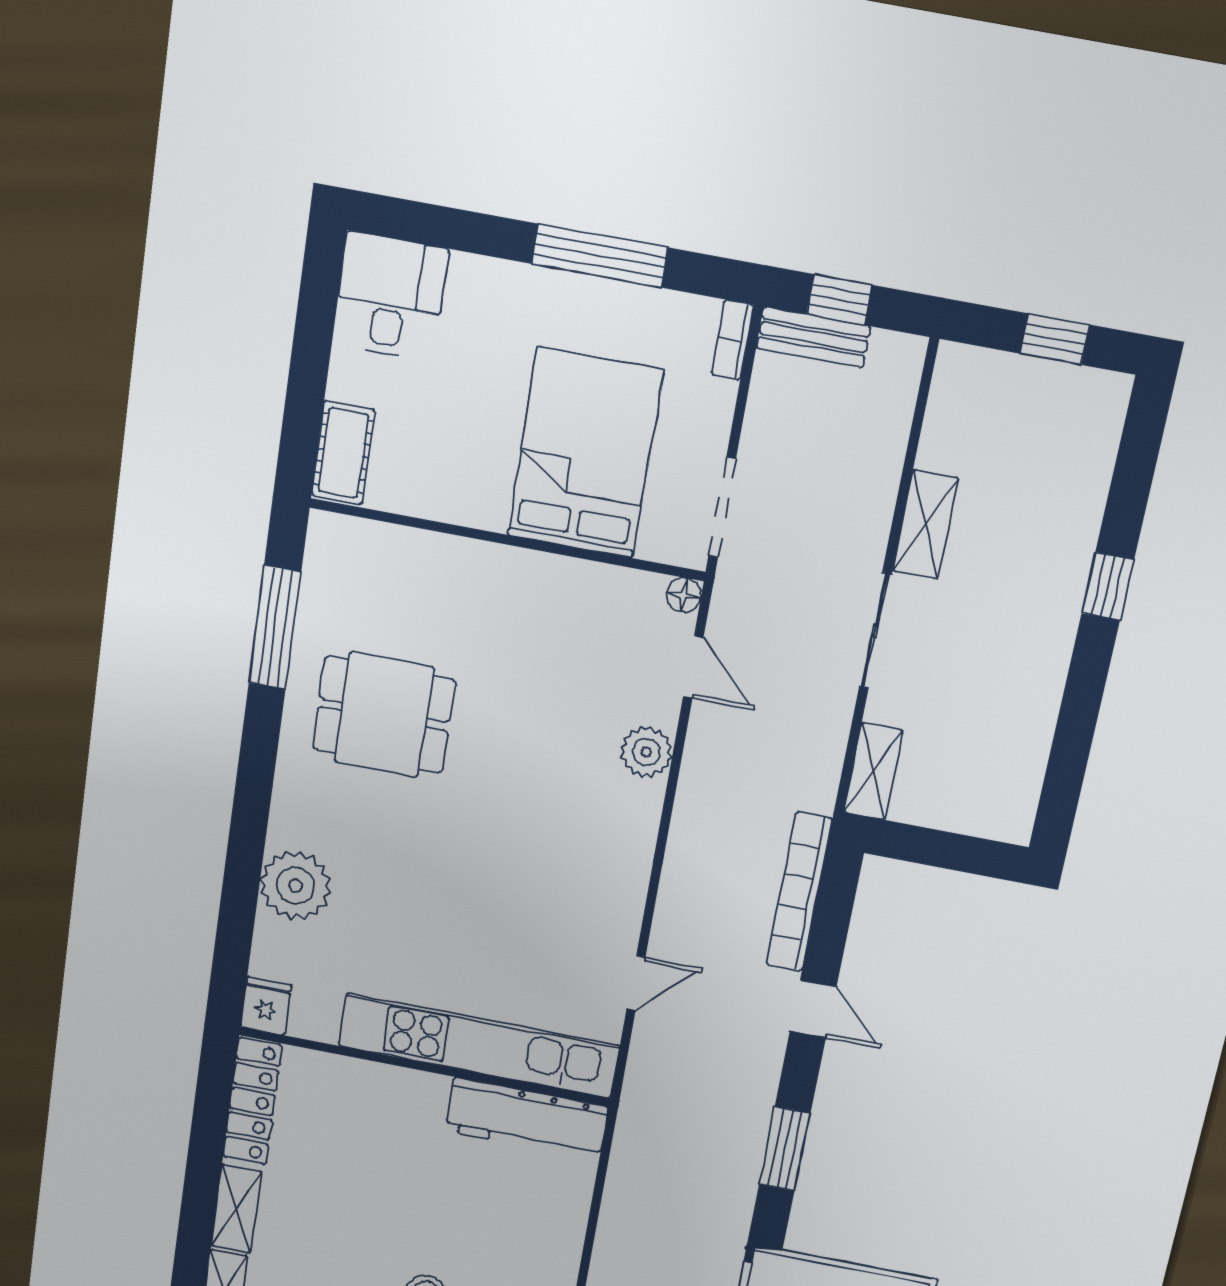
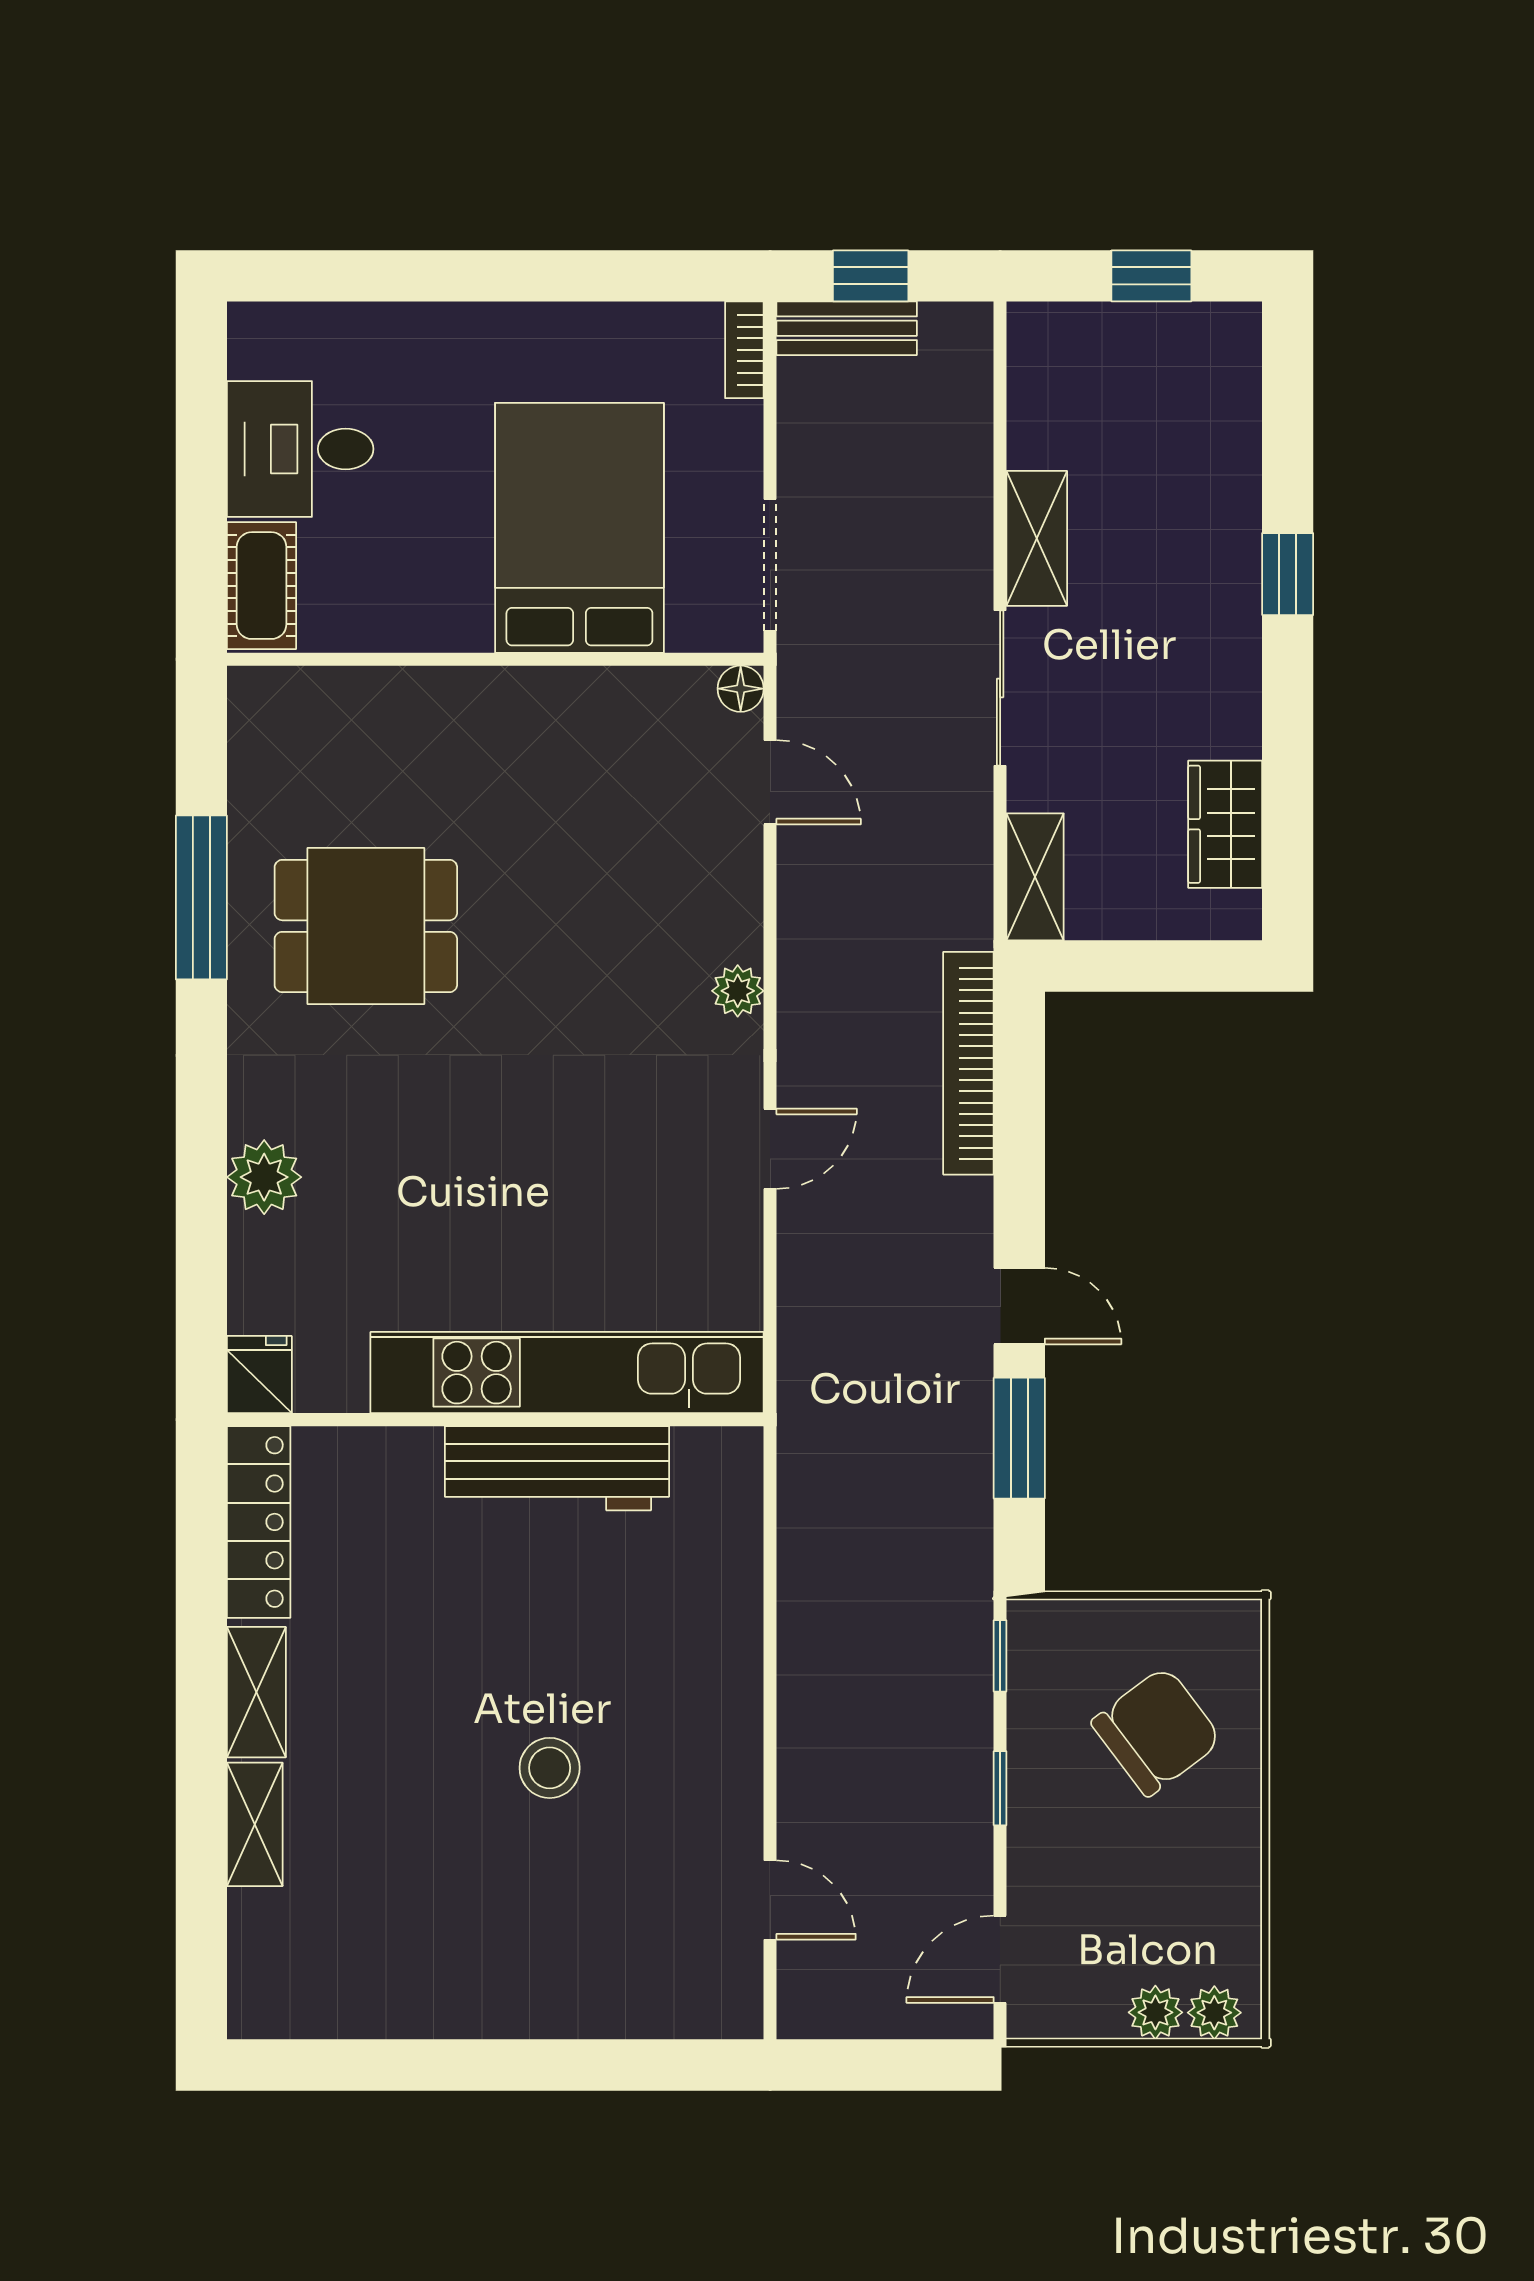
window: (600, 256) -> (557, 276), removed
desk: (390, 297) -> (300, 449), moved, turned -90
window: (275, 628) -> (201, 897), moved
plant: (646, 752) -> (738, 991), moved, width x0.73, depth x0.73
wardrobe: (1020, 760) -> (1225, 824), added
plant: (296, 886) -> (264, 1177), width x0.73, depth x0.73
door: (636, 983) -> (770, 1149), moved
door: (813, 1009) -> (1019, 1306), moved
workbench: (527, 1119) -> (557, 1468), moved

